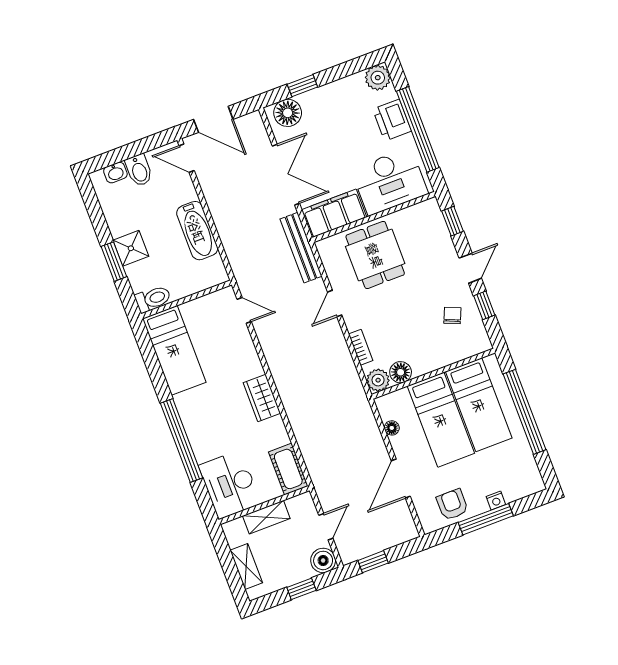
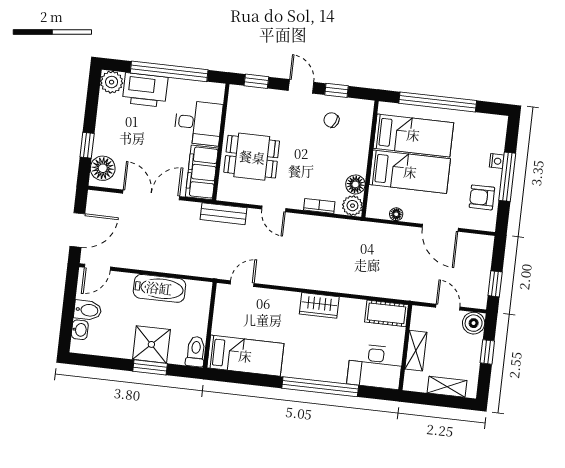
printer: (392, 120) -> (145, 90), width x1.37, depth x1.19
desk: (390, 181) -> (198, 123), width x0.73
shower: (131, 248) -> (151, 344), width x1.36, depth x1.36
bench: (301, 248) -> (224, 214), width x0.73

